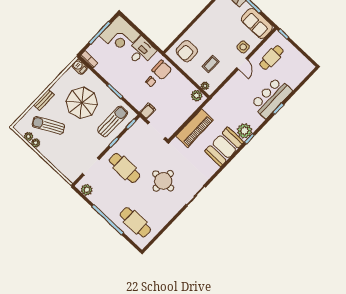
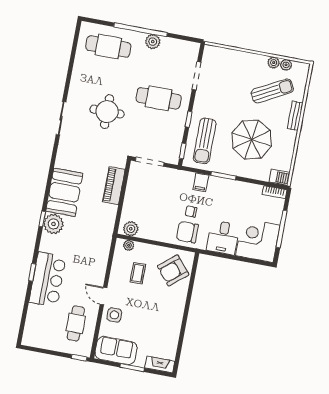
armchair: (187, 51) -> (173, 270), turned -130
filing cabinet: (148, 111) -> (201, 182), moved
piano: (195, 128) -> (114, 186), width x0.73, depth x0.75
plant: (87, 190) -> (153, 42), moved

